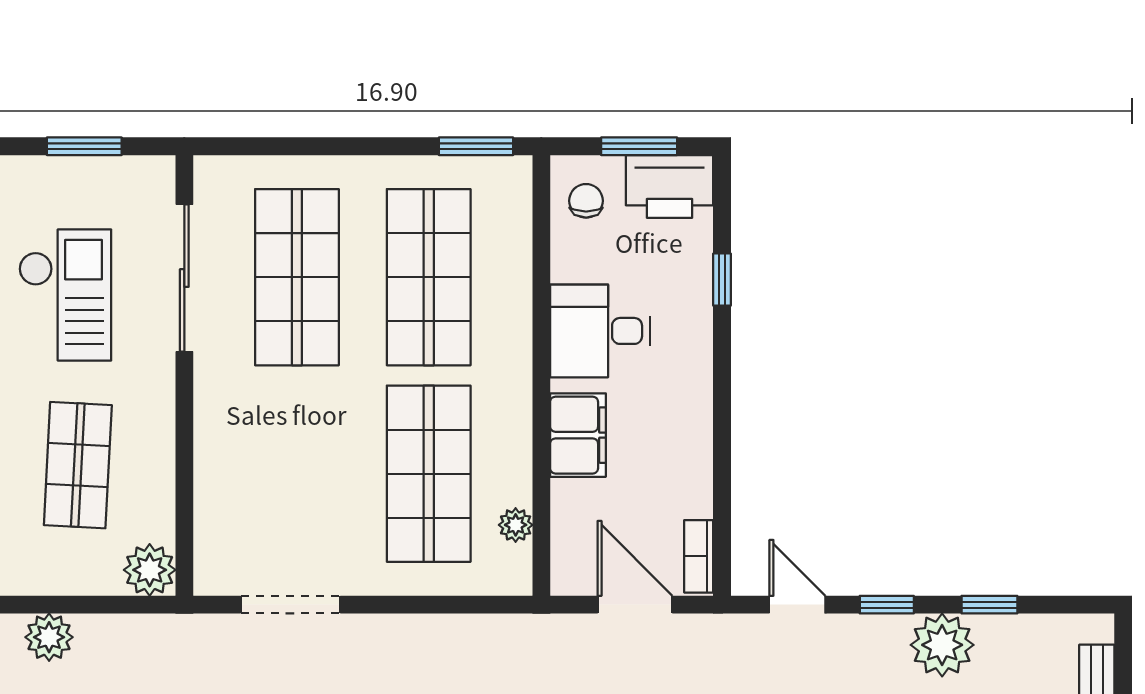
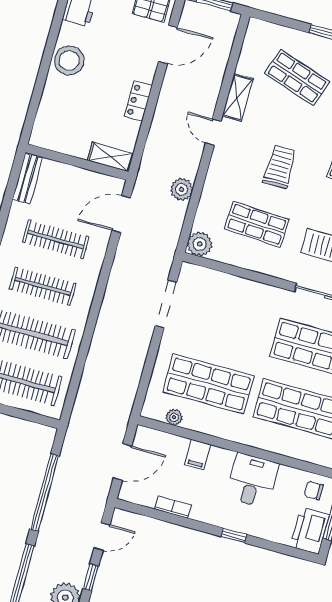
chair: (586, 201) -> (314, 490), turned 180
window: (722, 280) -> (234, 536), moved
filing cabinet: (578, 435) -> (198, 455), width x0.50
bookcase: (699, 556) -> (173, 507), moved

